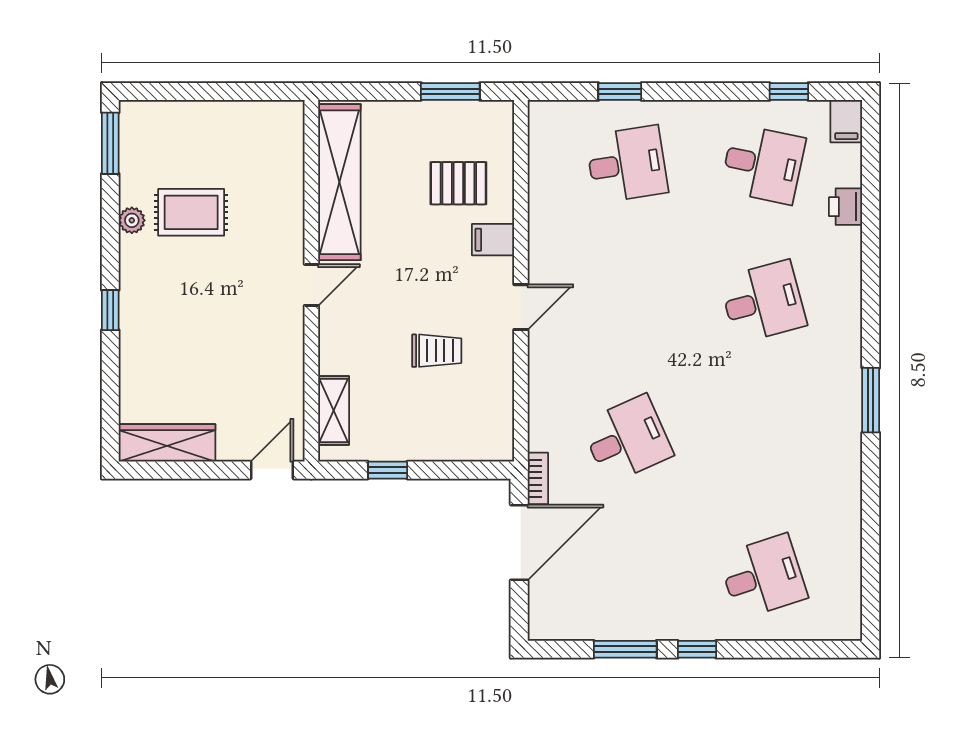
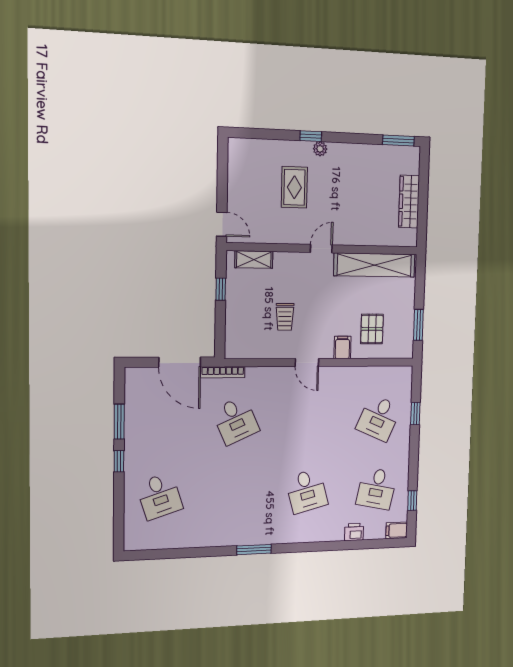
desk: (627, 164) -> (379, 418), turned 33
rug: (191, 212) -> (294, 187), moved
plant: (132, 220) -> (320, 149), moved
door: (311, 285) -> (321, 249), swing flipped
wardrobe: (167, 443) -> (409, 202), moved, turned 180
bookcase: (538, 478) -> (223, 372), width x1.56

